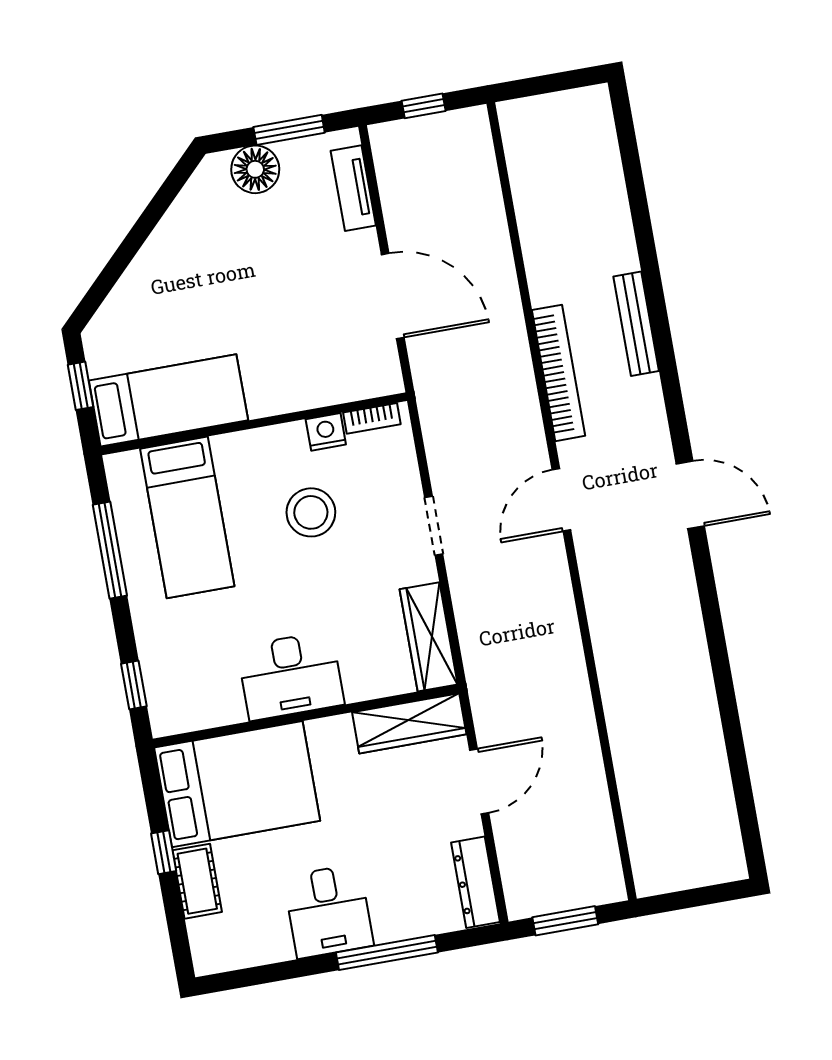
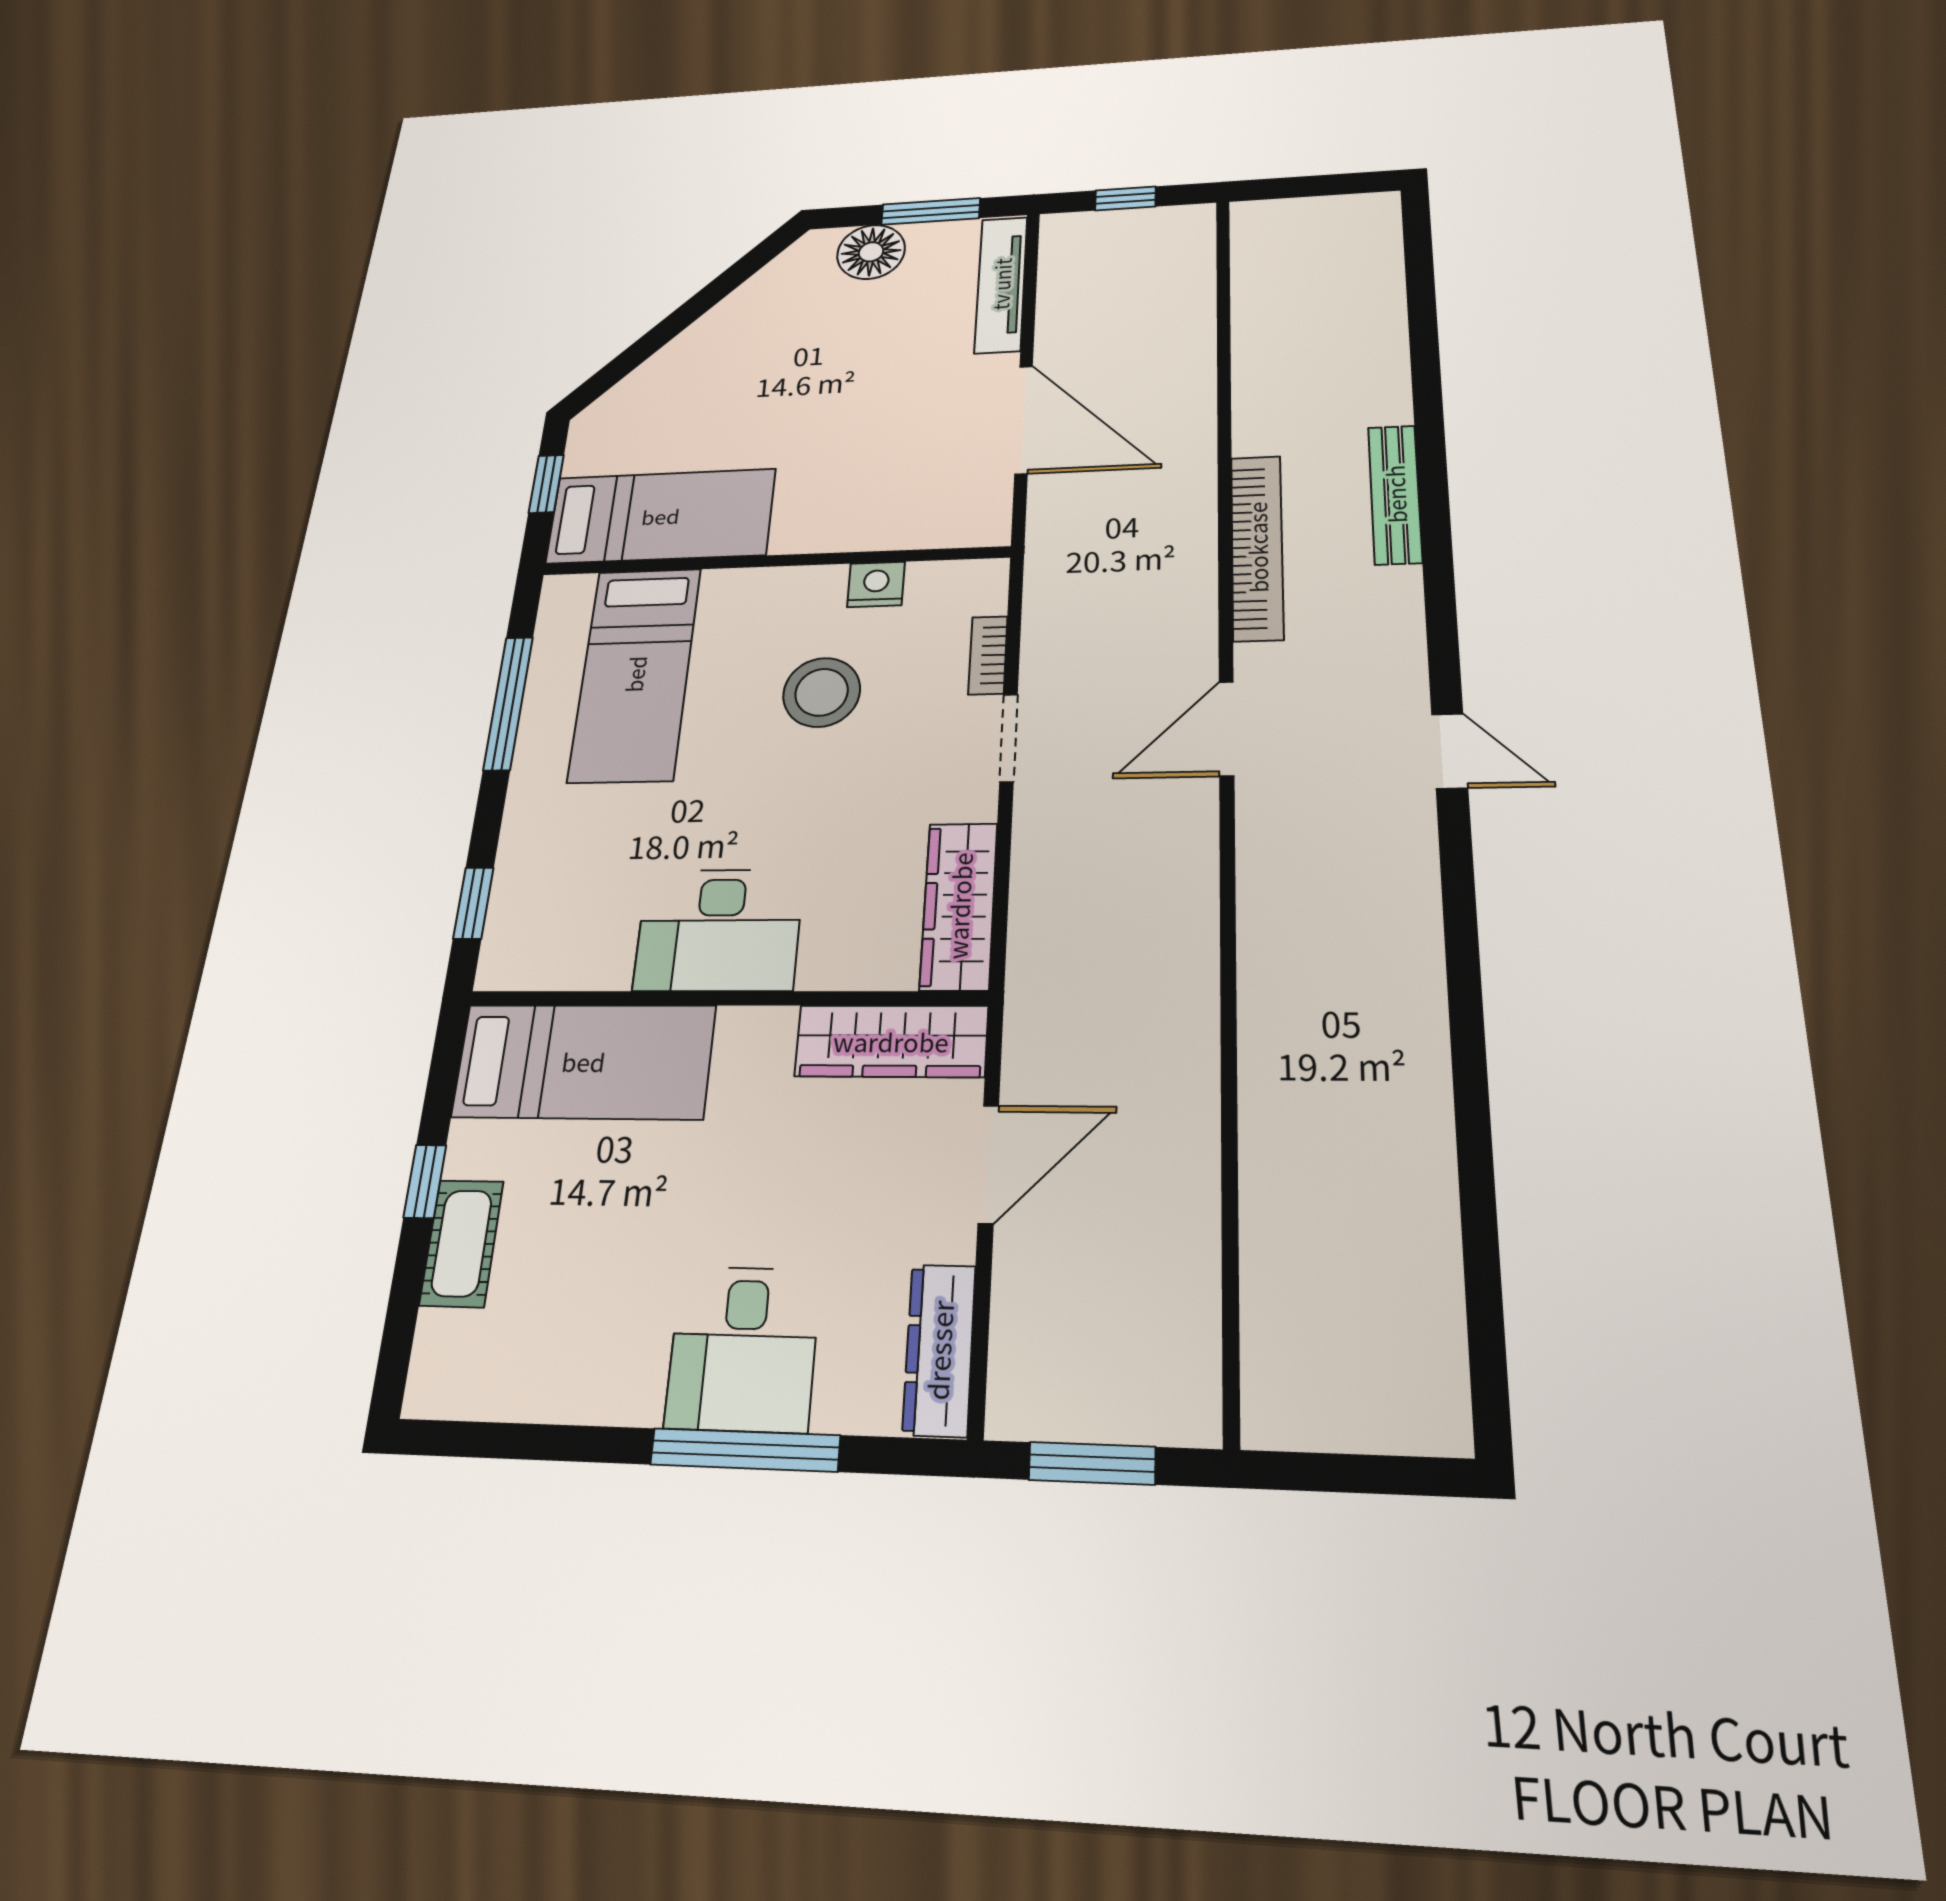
tv unit: (353, 188) -> (1001, 284), width x1.41
bookcase: (372, 418) -> (988, 655), moved, turned 90
door: (690, 495) -> (1450, 751), width x0.73
bed: (237, 784) -> (584, 1061), width x0.67
desk: (328, 911) -> (743, 1348), moved

